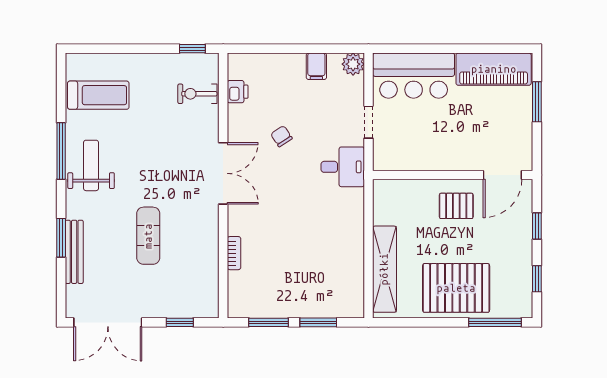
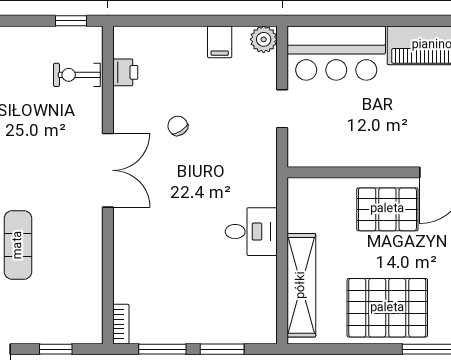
desk: (343, 167) -> (251, 232), moved
pallet: (456, 206) -> (387, 209), width x1.50, depth x1.42
bookcase: (234, 253) -> (121, 324), moved

